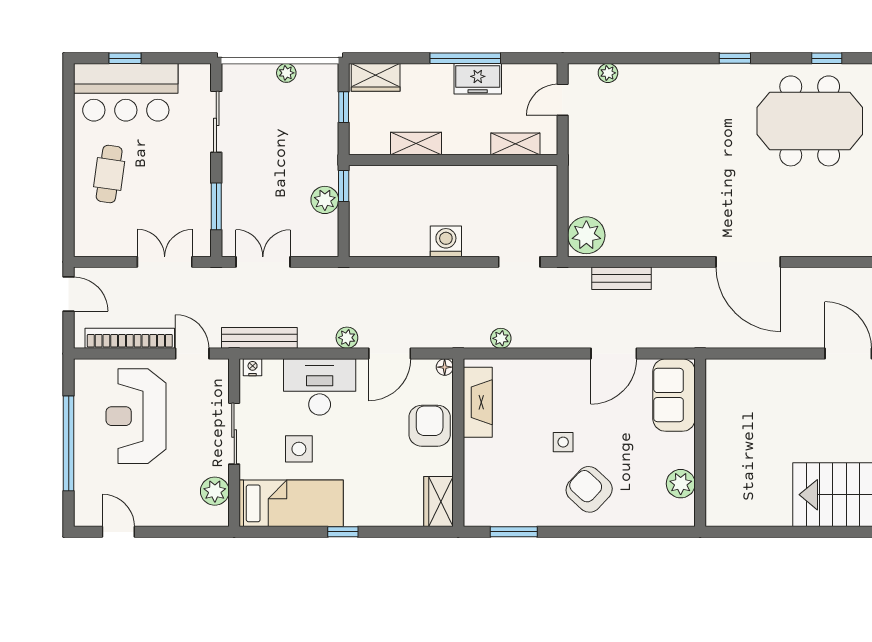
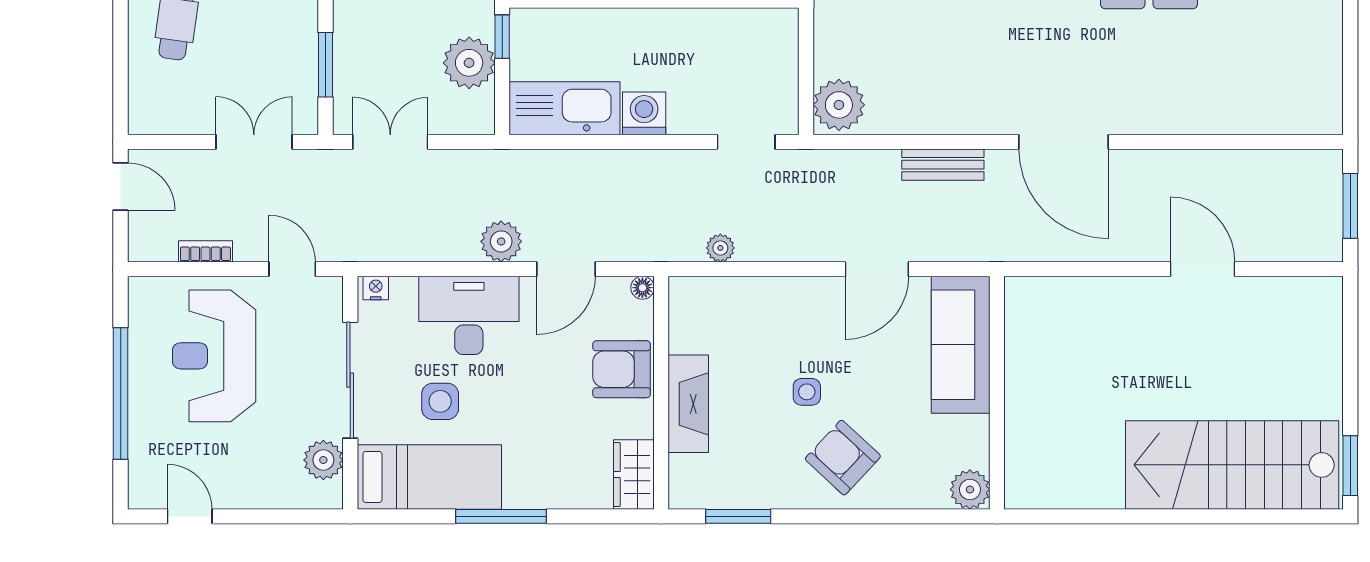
plant: (325, 200) -> (469, 63), width x1.36, depth x1.36
kitchen sink: (389, 238) -> (565, 108), added
bench: (622, 278) -> (943, 165), moved
bookcase: (130, 338) -> (205, 251), width x0.43, depth x0.76
bench: (259, 338) -> (385, 247), removed
plant: (347, 338) -> (501, 241), width x1.38, depth x1.38
sofa: (674, 395) -> (961, 345), width x1.36
fireplace: (478, 402) -> (688, 404), moved
armchair: (430, 426) -> (621, 369), turned -90
sliding door: (234, 434) -> (350, 380), width x1.37
plant: (681, 484) -> (970, 489), moved
window: (343, 532) -> (501, 516), width x2.17

